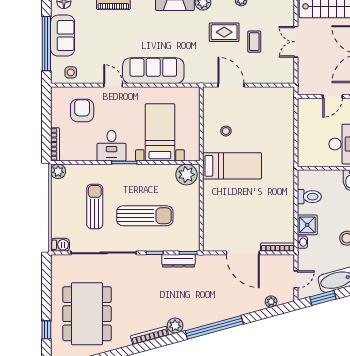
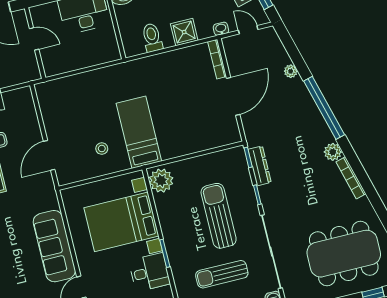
bed with nightstands: (160, 132) -> (121, 222), width x1.36
washbasin: (302, 242) -> (221, 29), moved
plant: (271, 302) -> (291, 71), moved

